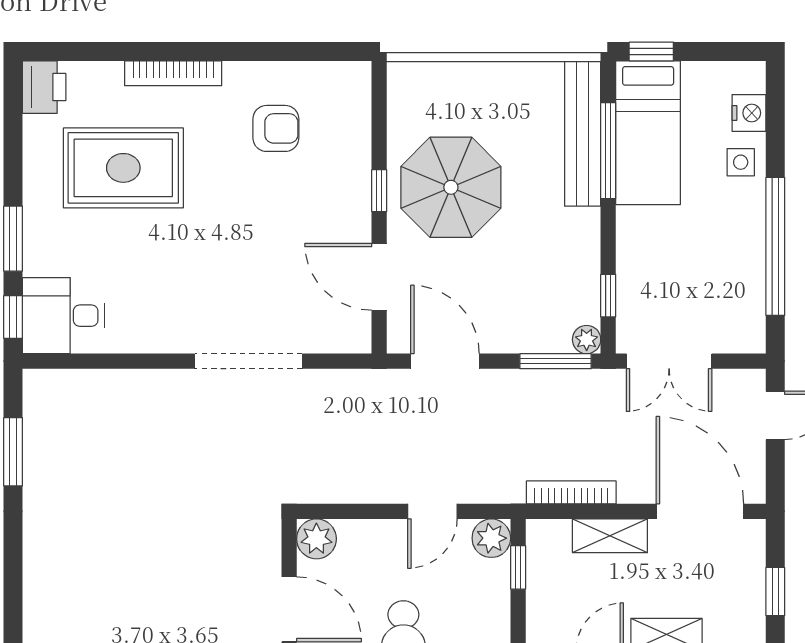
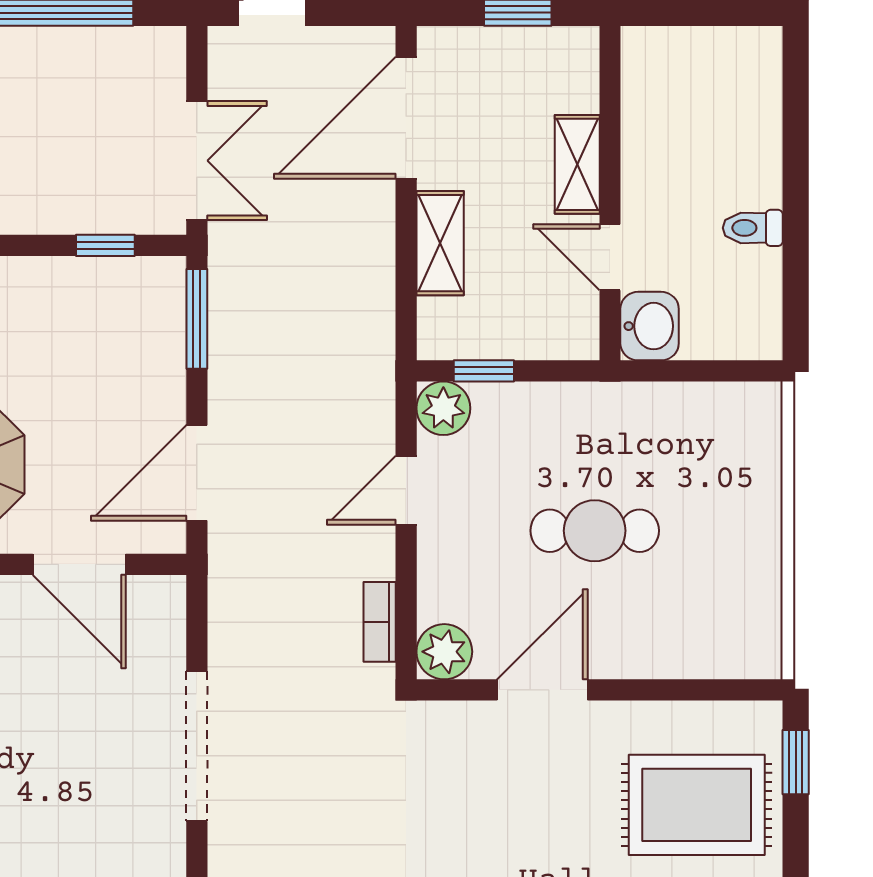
door: (379, 277) -> (79, 564), hinge flipped
plant: (587, 340) -> (167, 276), removed
bookcase: (571, 492) -> (380, 622), moved, width x0.64
door: (432, 511) -> (406, 490), swing flipped

